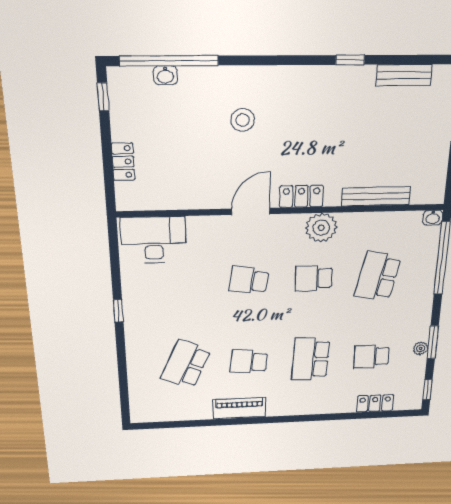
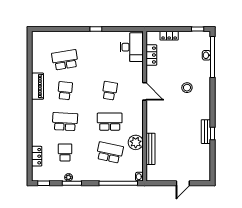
bench: (404, 75) -> (206, 132), moved
locker: (301, 196) -> (151, 55), moved
plant: (321, 228) -> (136, 142), moved
school desk: (314, 278) -> (110, 122), width x1.85
school desk: (186, 364) -> (65, 60), turned -33

